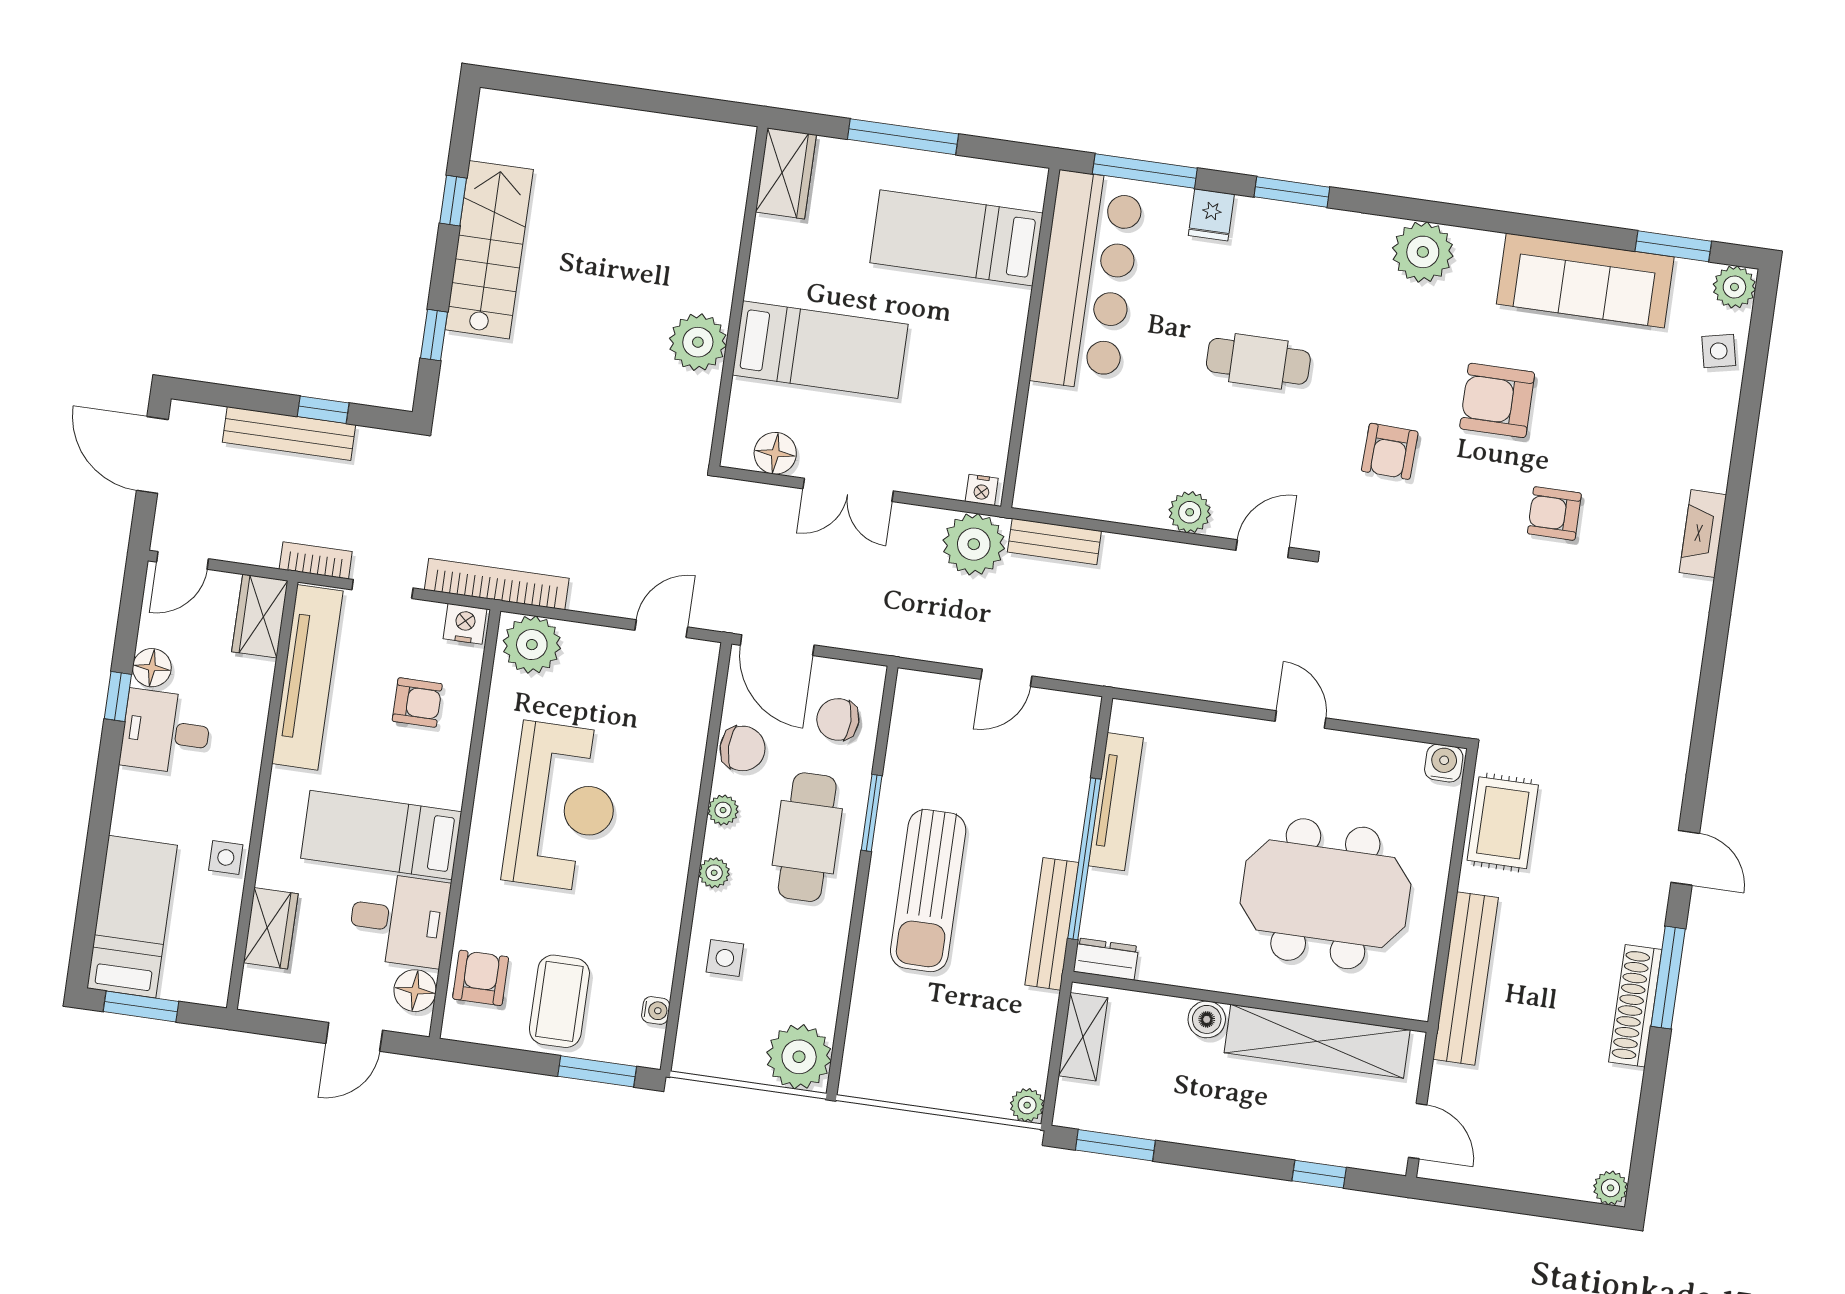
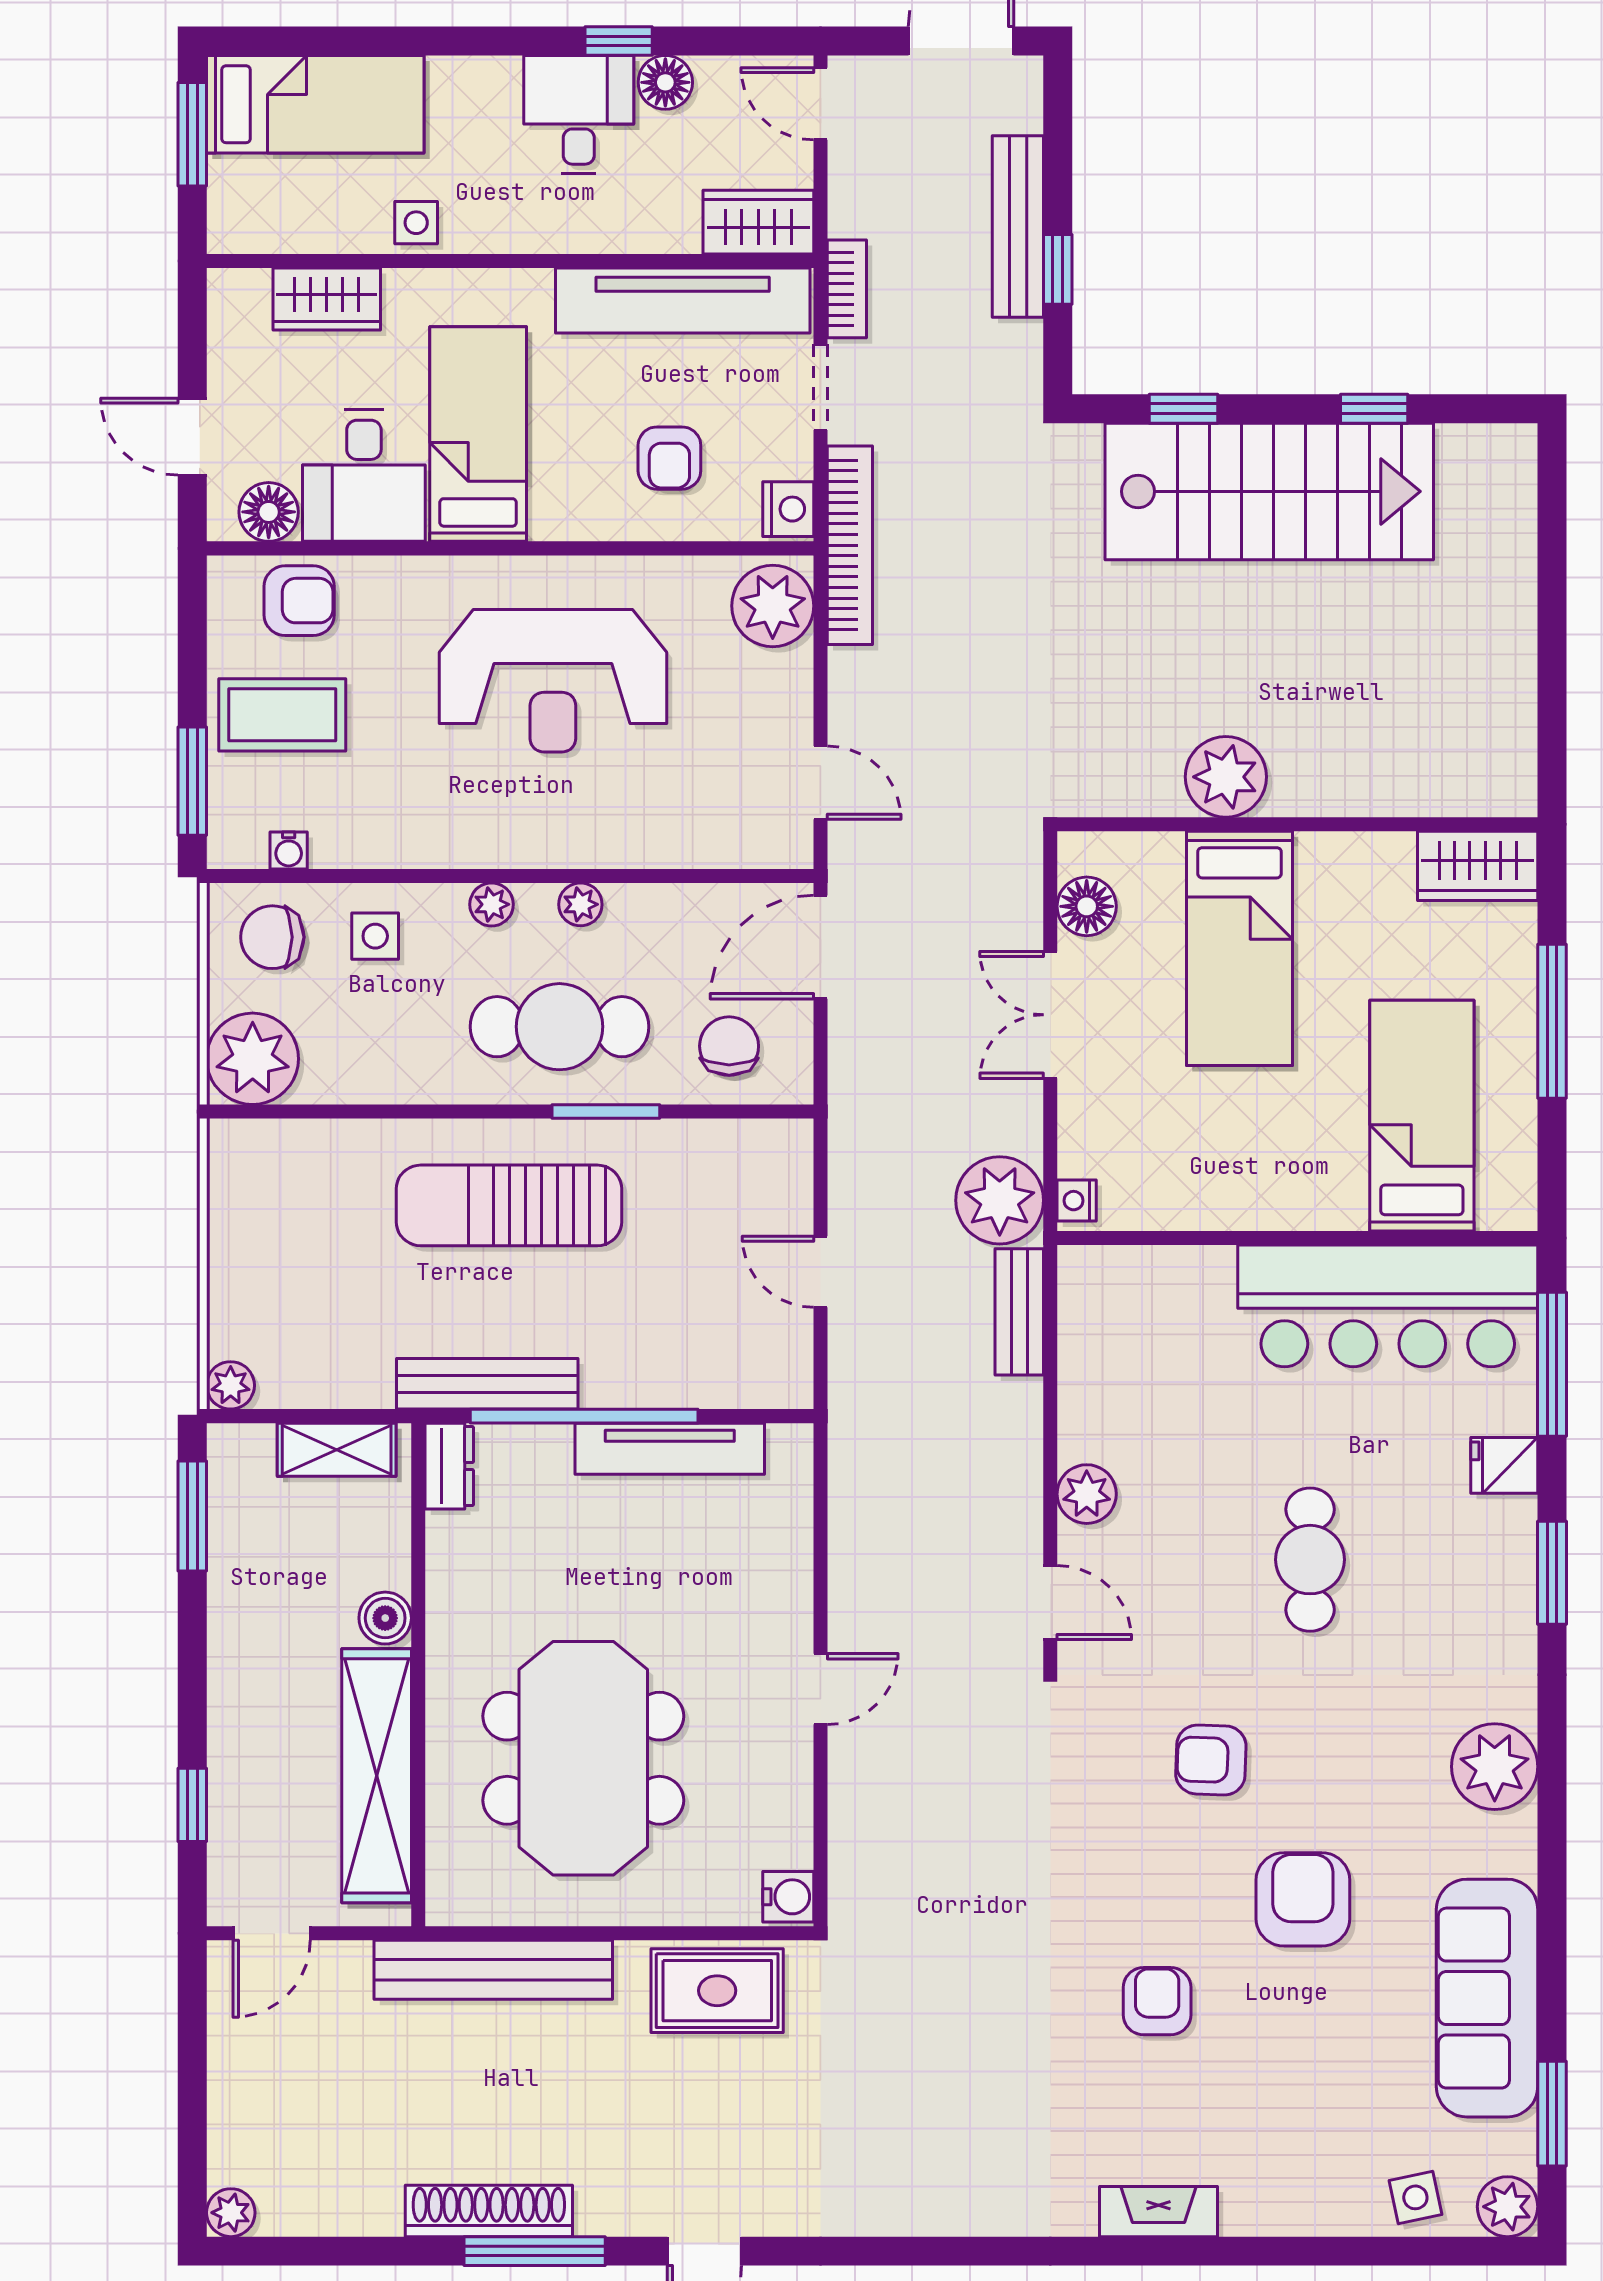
stairs: (489, 250) -> (1269, 491), width x1.36, depth x1.51
chair: (742, 748) -> (272, 937), moved, turned 90

